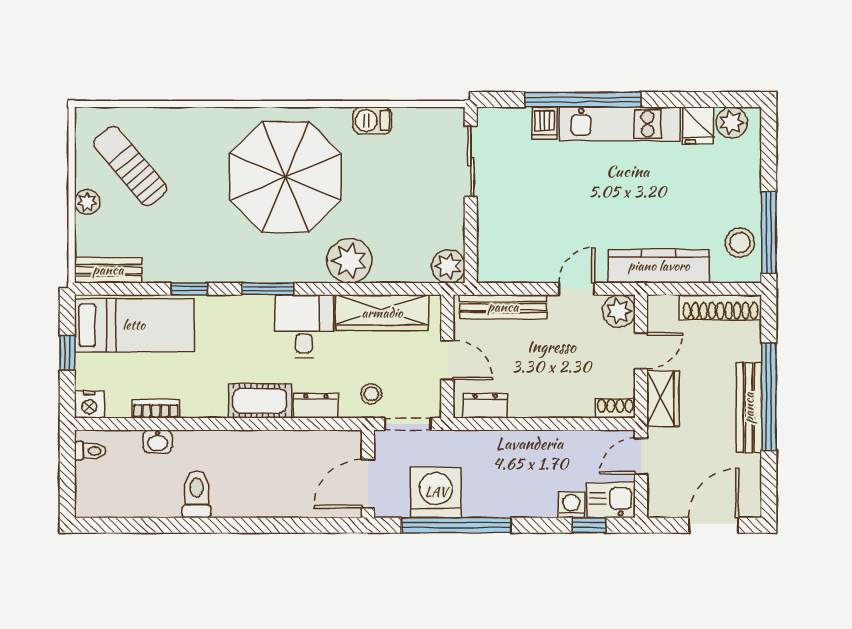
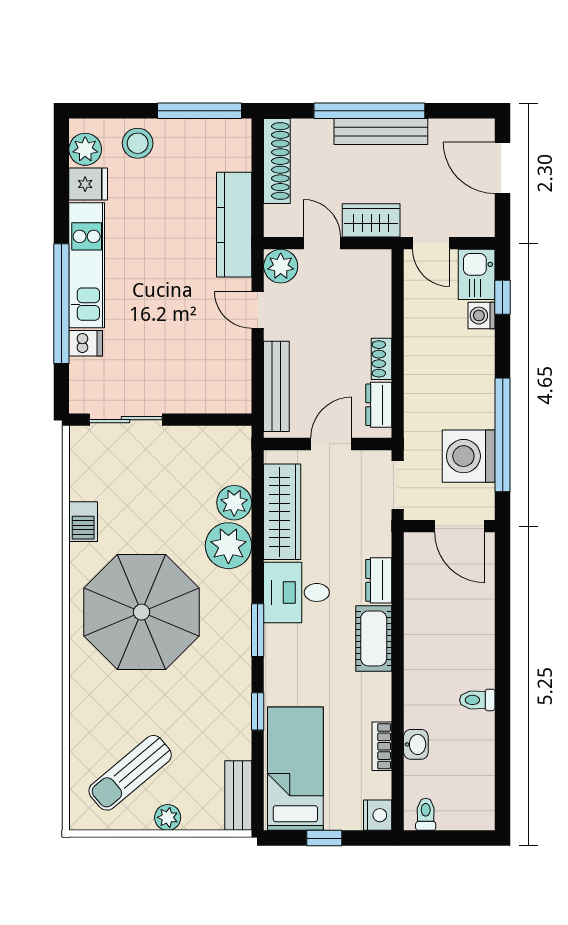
stool: (740, 243) -> (138, 143), moved
plant: (448, 266) -> (234, 503), moved
stool: (371, 394) -> (366, 523), removed
shoe rack: (615, 408) -> (381, 359), moved
toilet: (197, 494) -> (477, 700), width x0.73, depth x0.72

